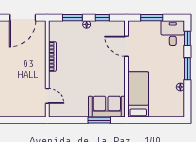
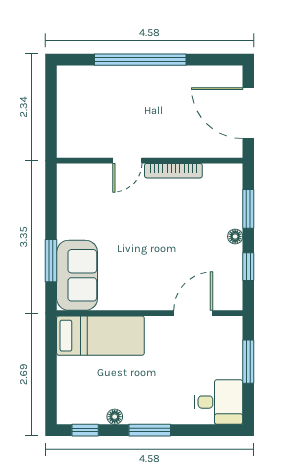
window: (187, 38) -> (85, 430), moved
door: (47, 96) -> (127, 161), moved

